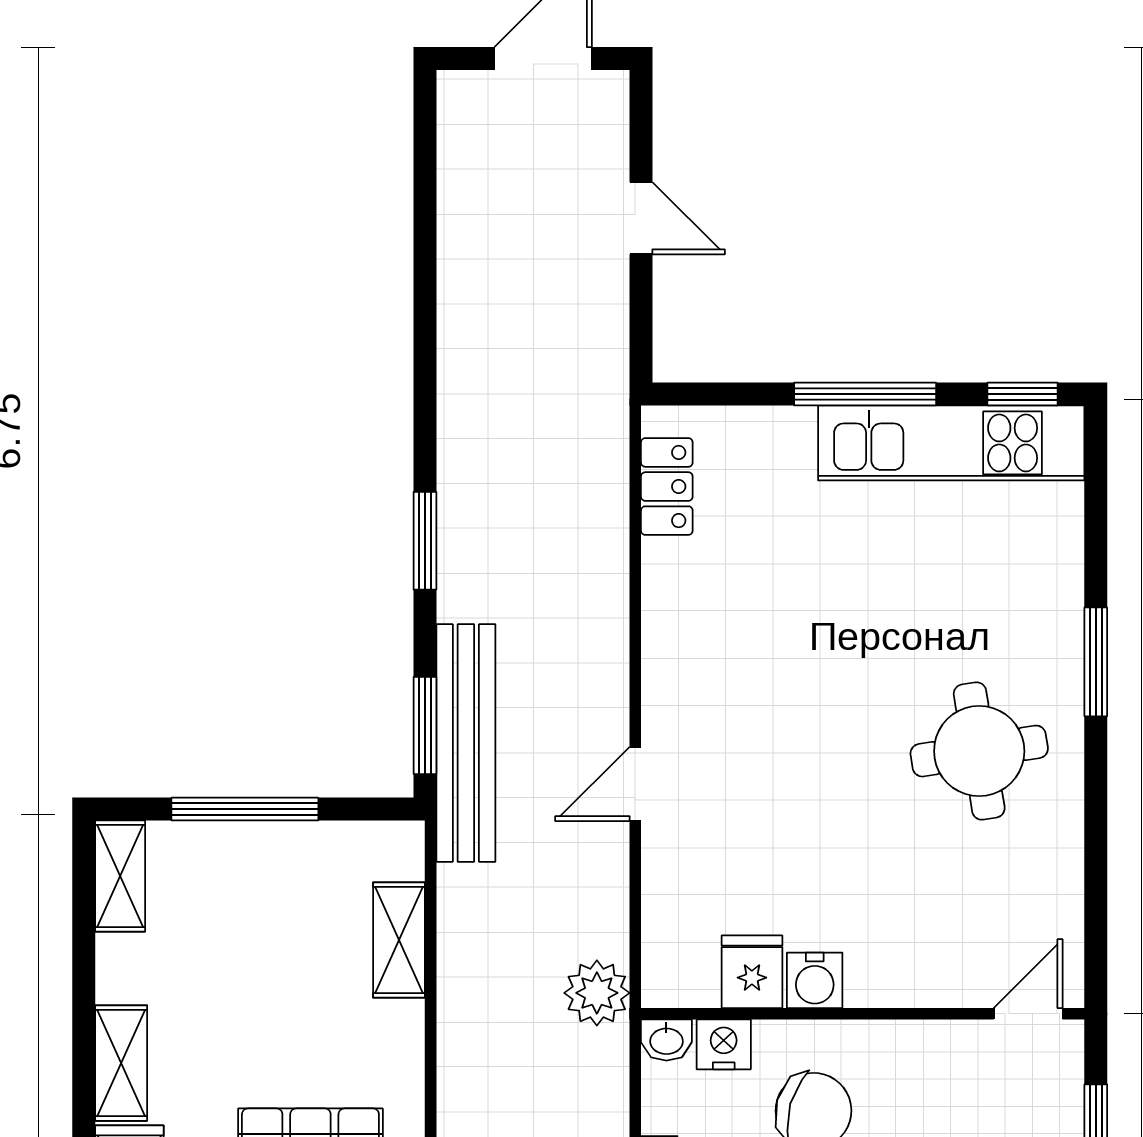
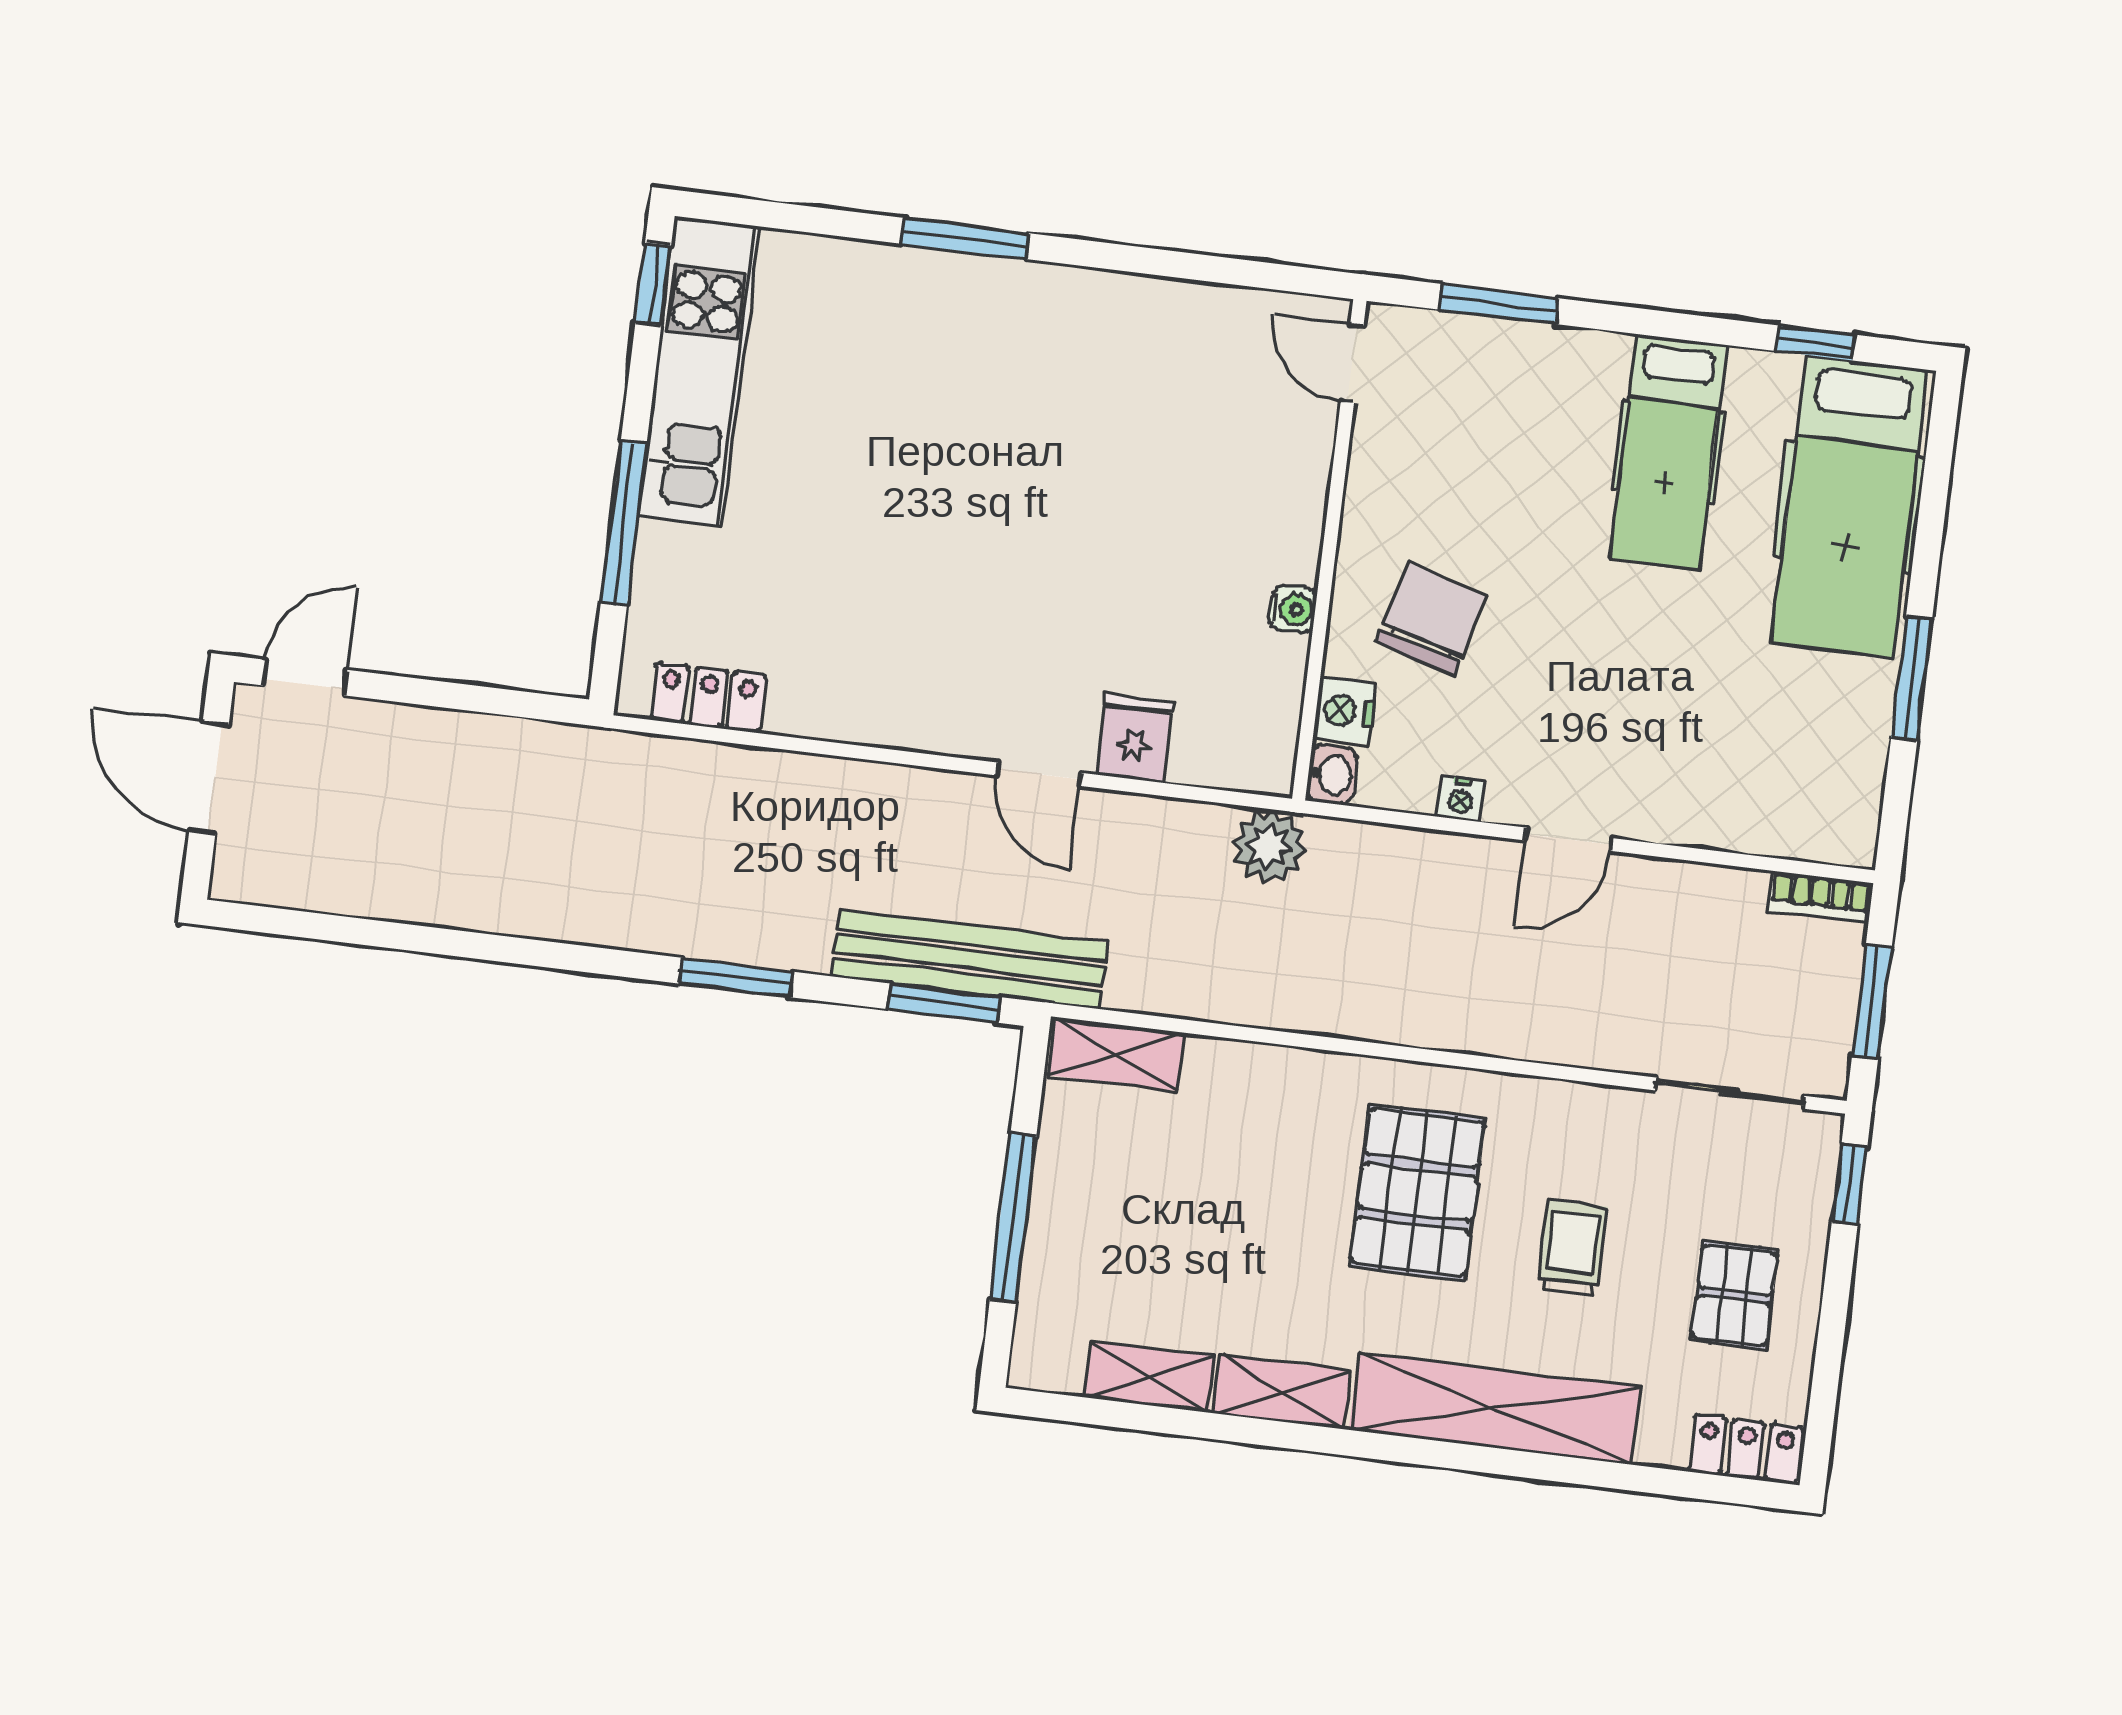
door: (641, 218) -> (305, 678), moved
window: (865, 394) -> (624, 523), moved
round table: (979, 751) -> (1049, 382), removed
shelving: (120, 876) -> (1149, 1377), moved
shelving: (399, 940) -> (1117, 1054), moved
fridge: (752, 972) -> (1135, 738), moved, turned 90
water cooler: (815, 980) -> (1293, 609), width x0.72, depth x0.72

